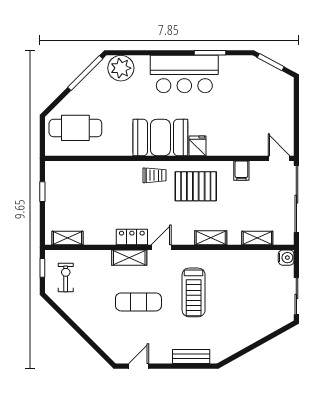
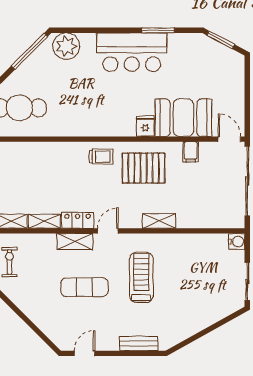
booth: (160, 137) -> (183, 118), moved
shelving: (257, 238) -> (44, 221), moved
treadmill: (194, 292) -> (141, 277), turned 180

